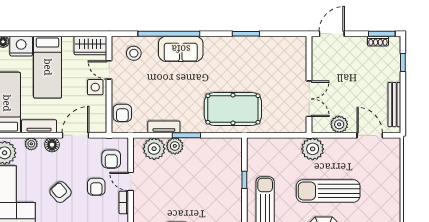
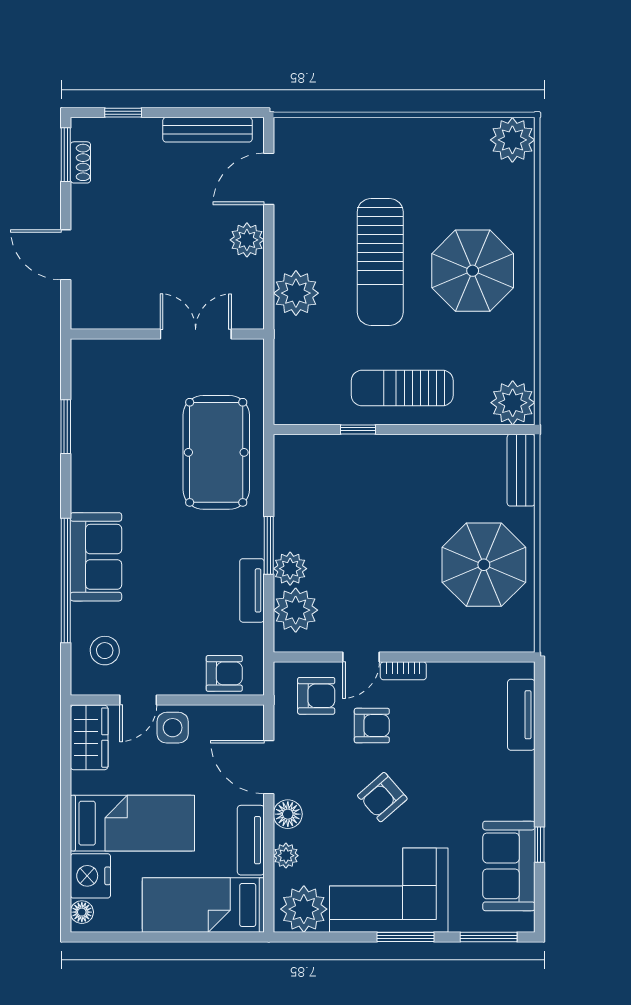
wall: (309, 85) -> (167, 334), moved
double door: (309, 99) -> (196, 334), moved

